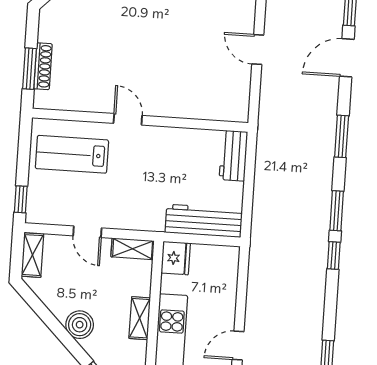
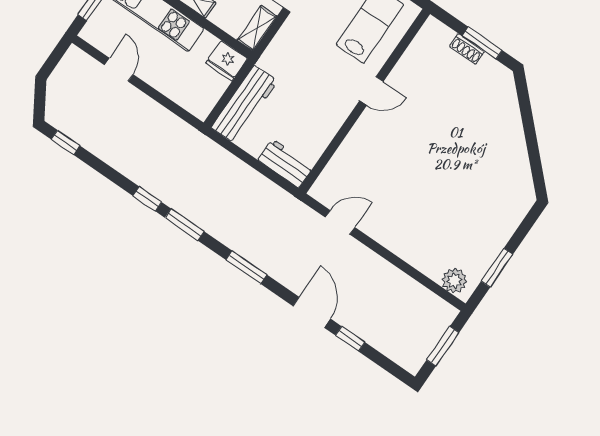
door: (258, 49) -> (340, 222), moved
shoe rack: (43, 66) -> (467, 49), width x0.70
window: (29, 69) -> (482, 43), moved

